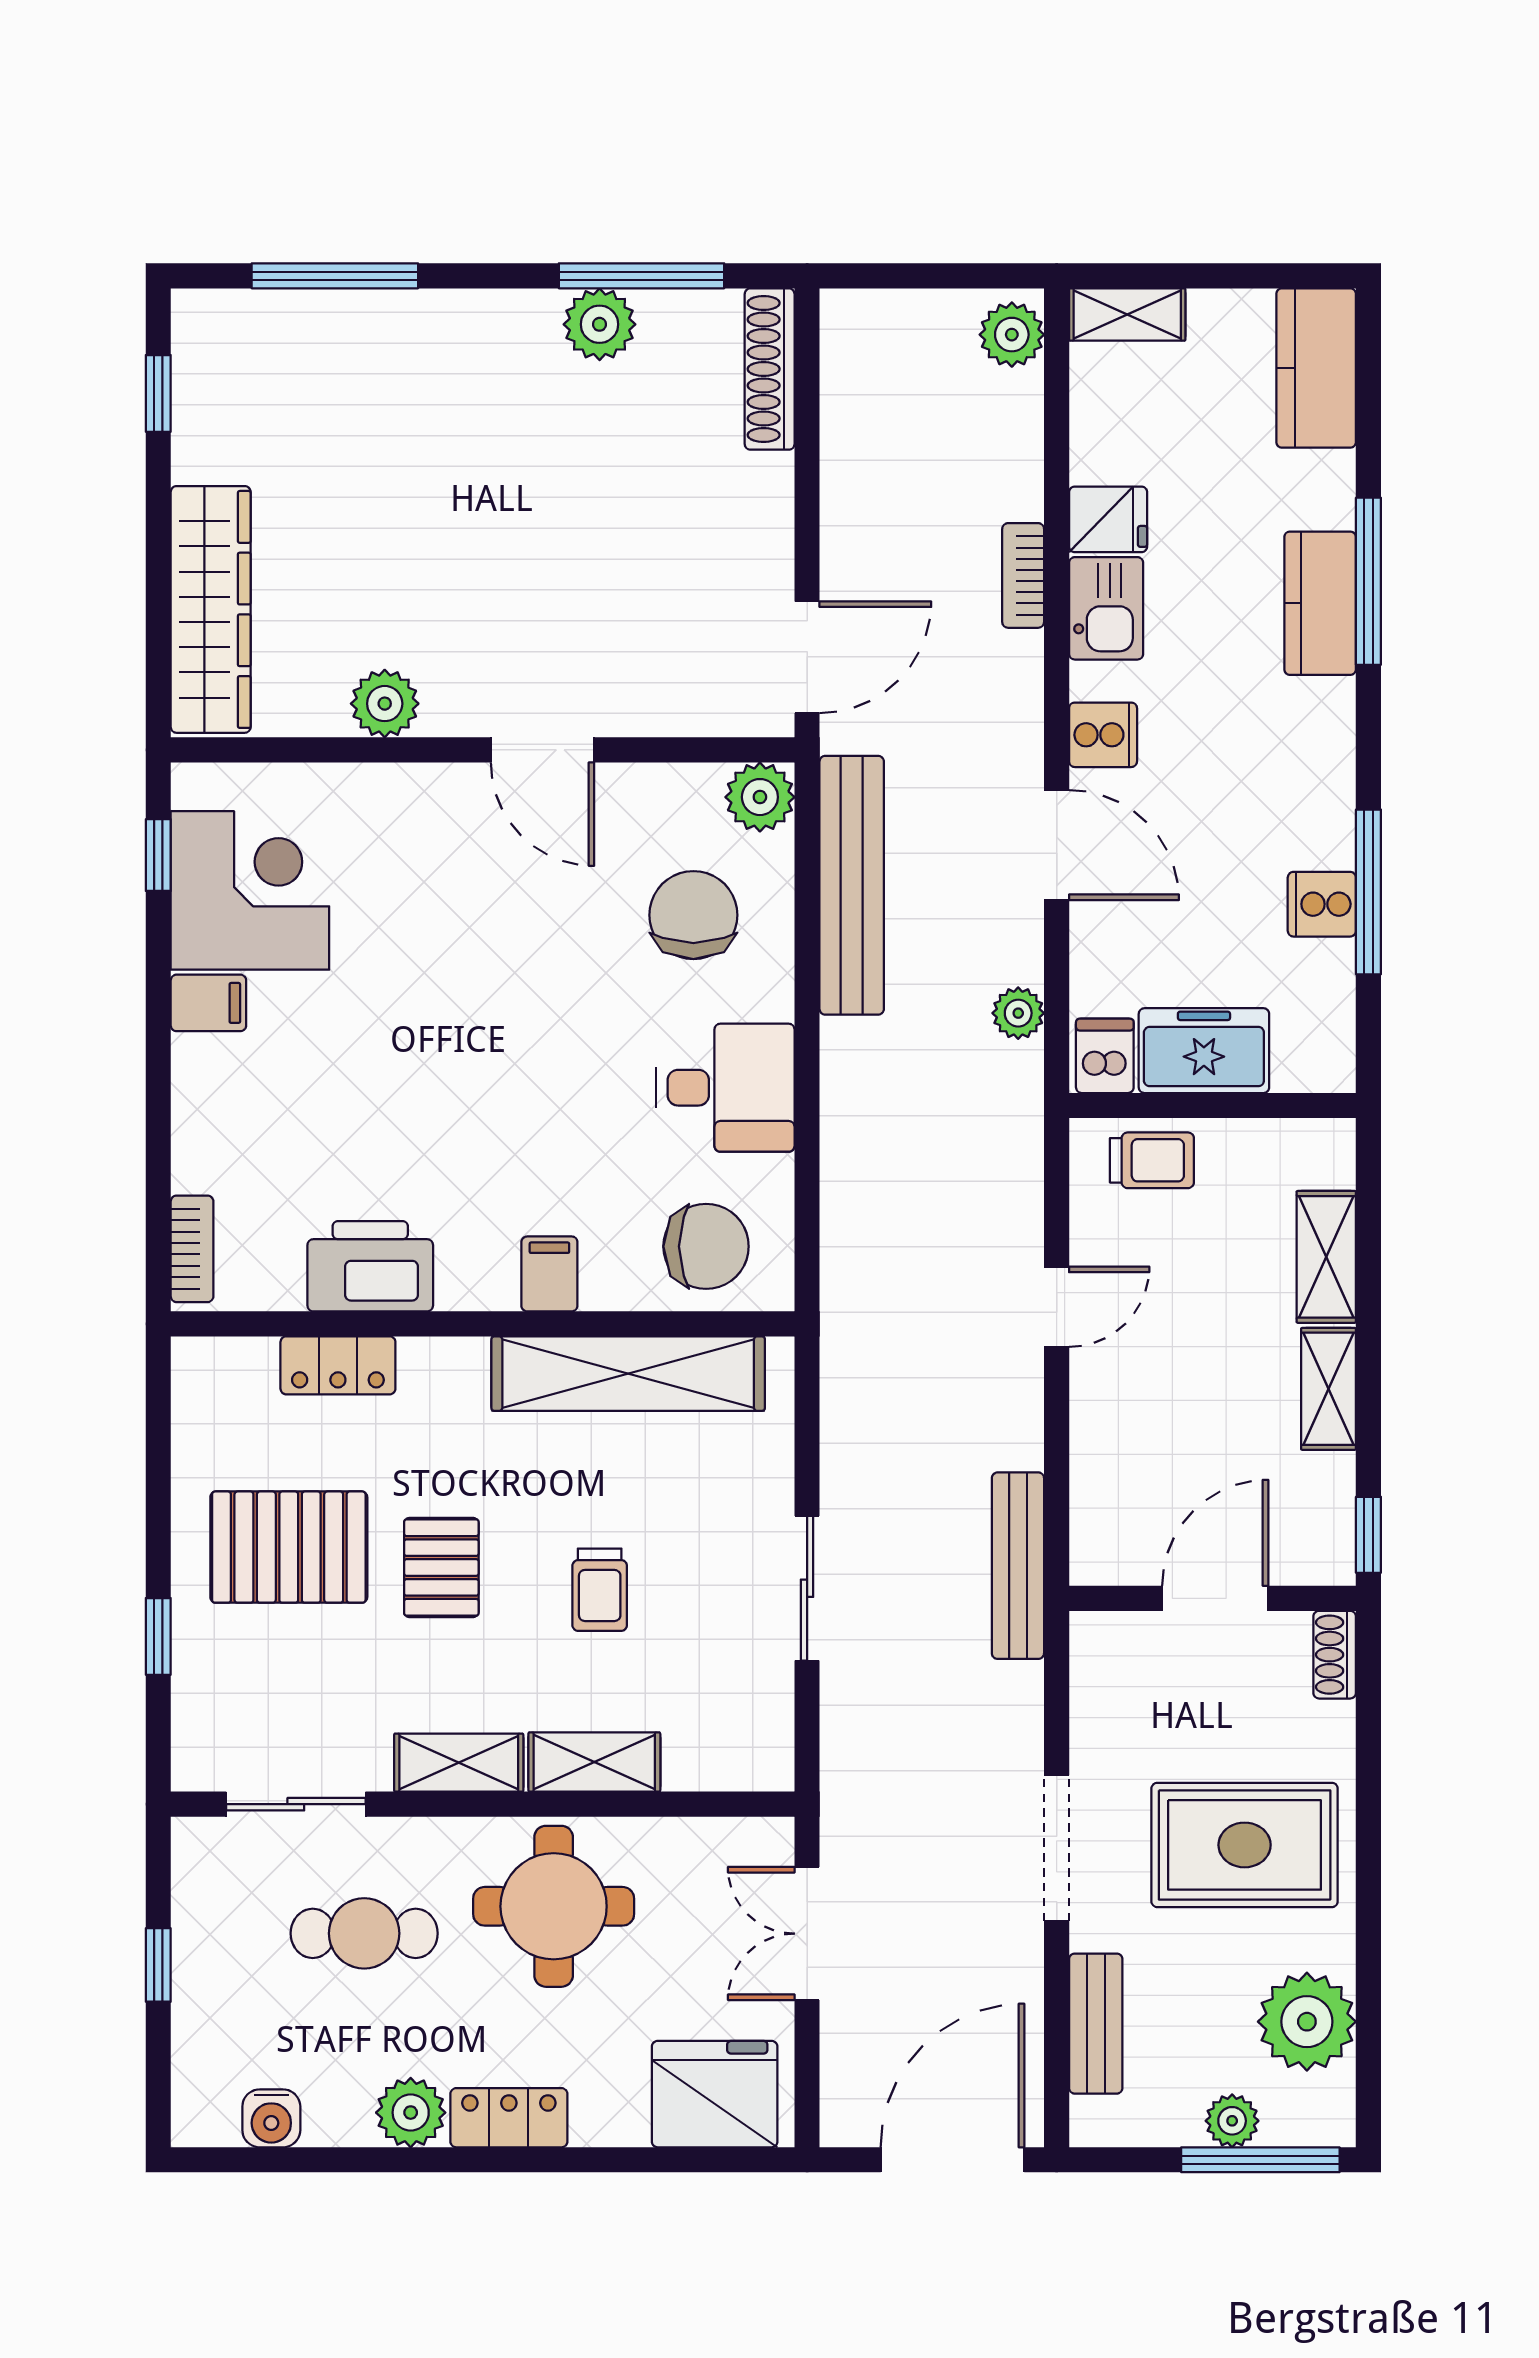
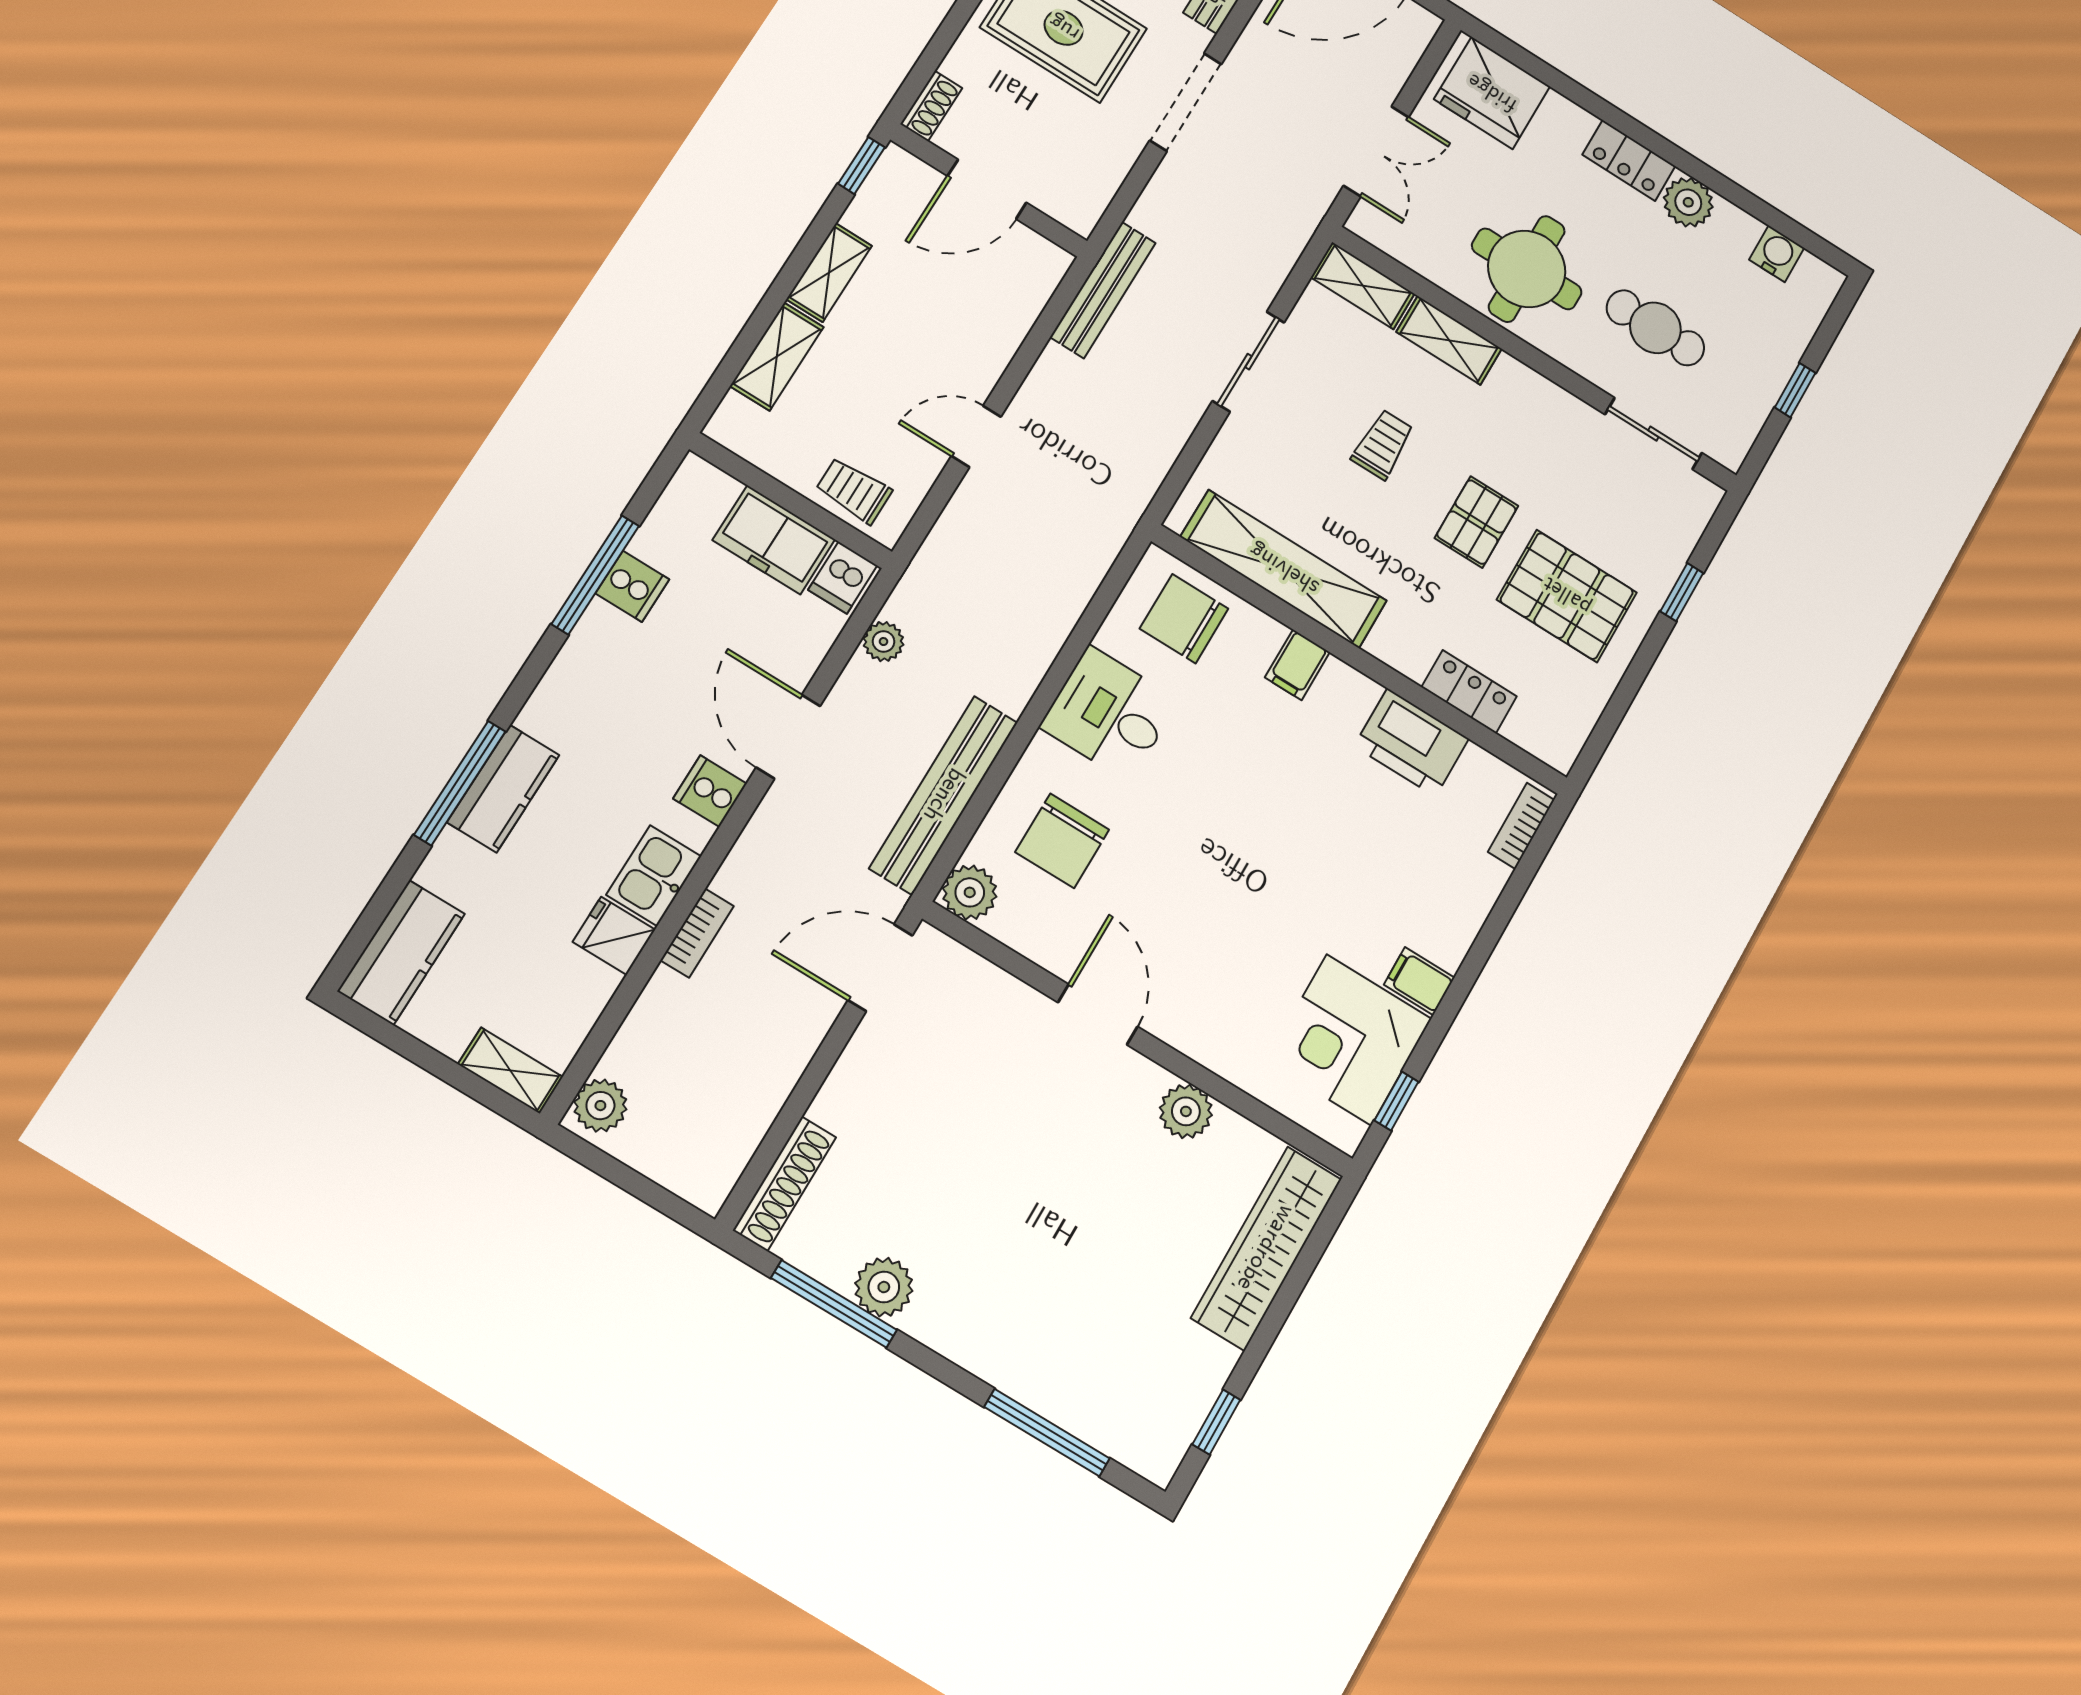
shelving: (459, 1763) -> (1363, 286), moved

